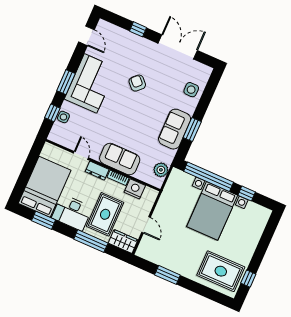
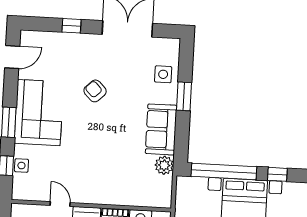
door: (86, 36) -> (12, 57), hinge flipped
window: (192, 130) -> (184, 96), moved
sofa: (120, 159) -> (109, 191), removed
plant: (161, 170) -> (164, 165), moved

